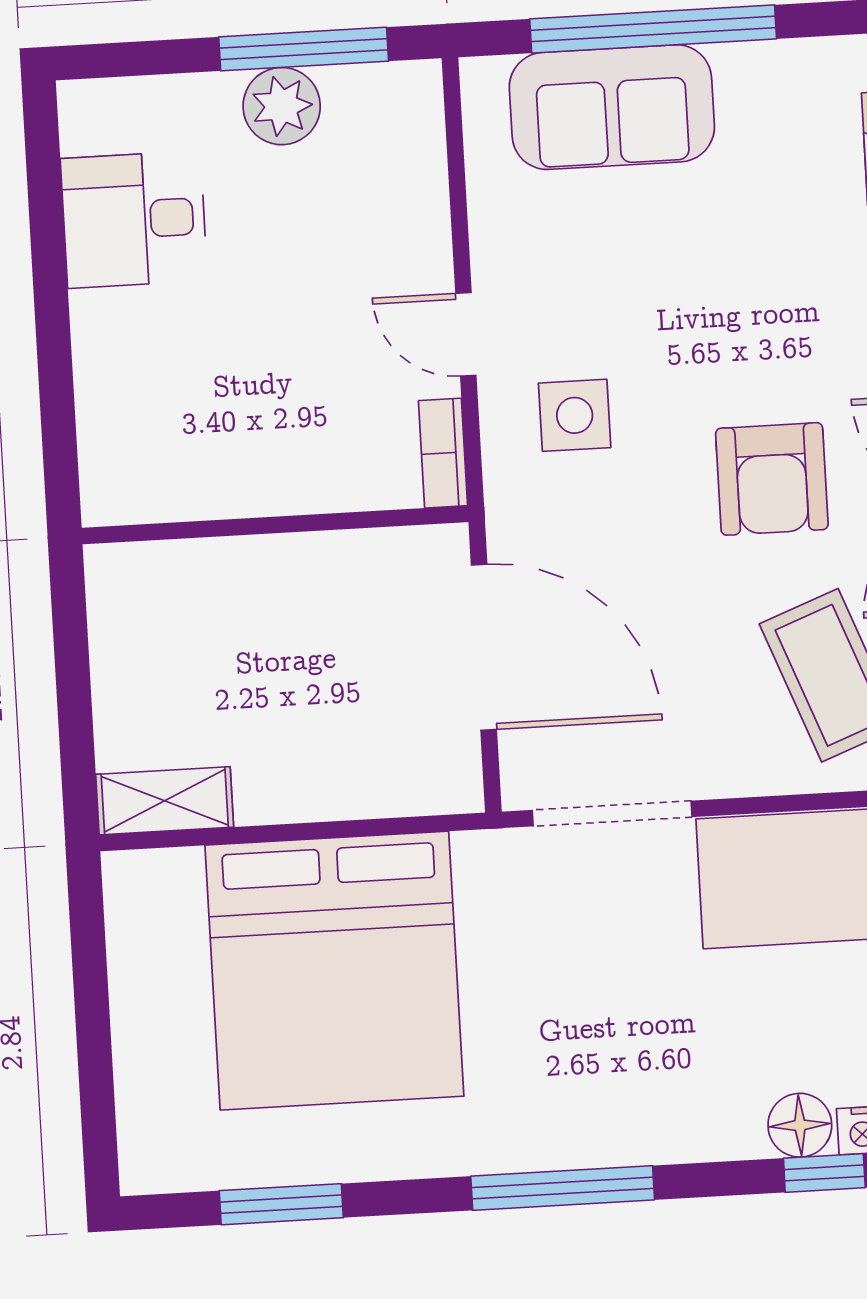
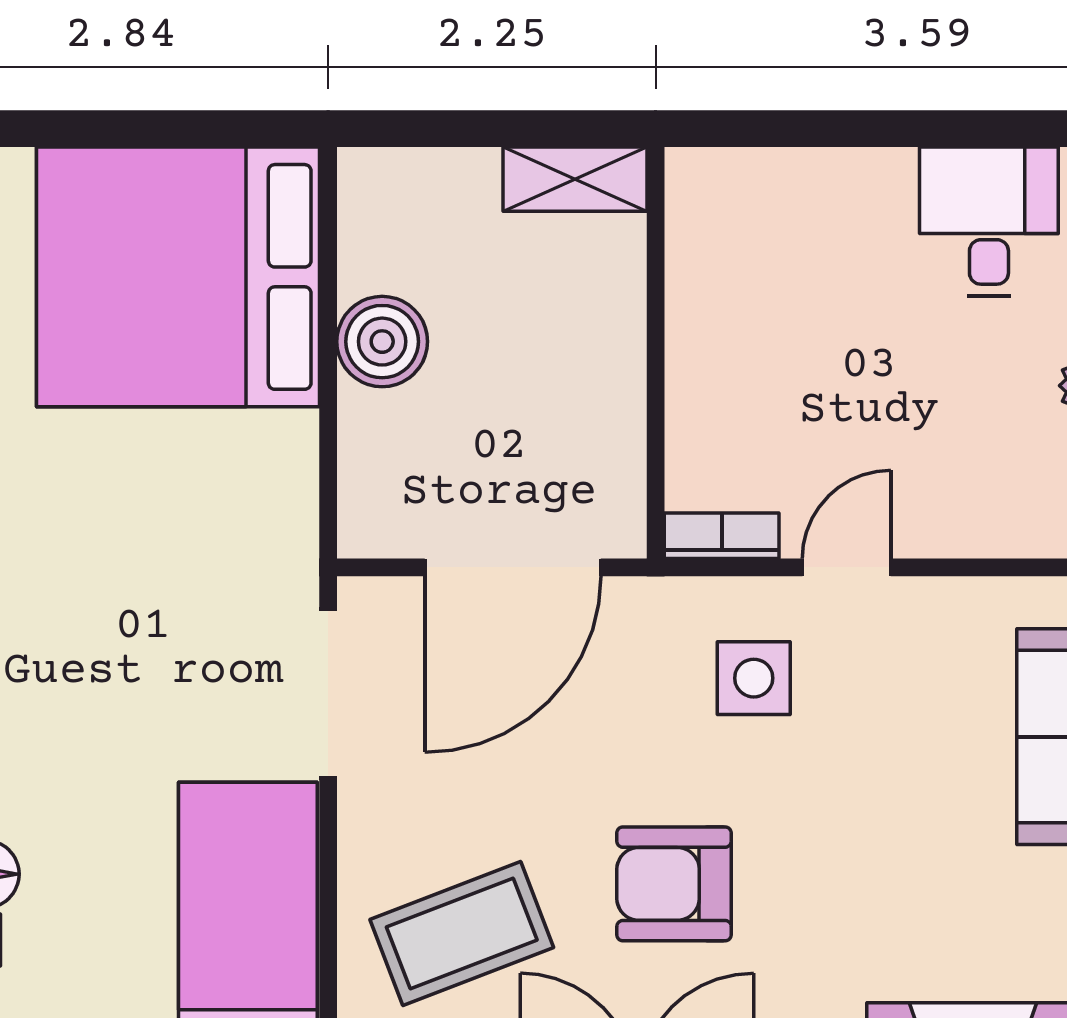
boiler: (279, 782) -> (382, 342), added
shelving: (165, 801) -> (575, 179), moved, turned 90
bed: (334, 971) -> (178, 277), moved

